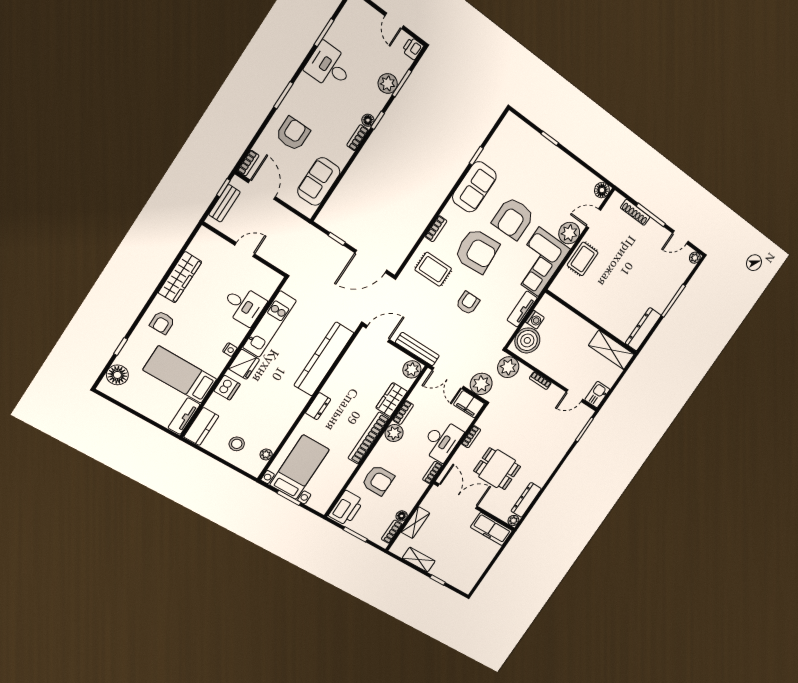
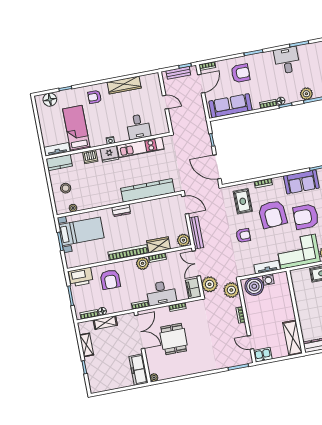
sofa: (319, 182) -> (230, 106), width x1.36
dresser: (526, 500) -> (171, 373), removed

